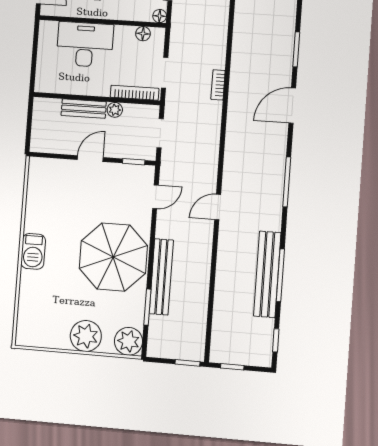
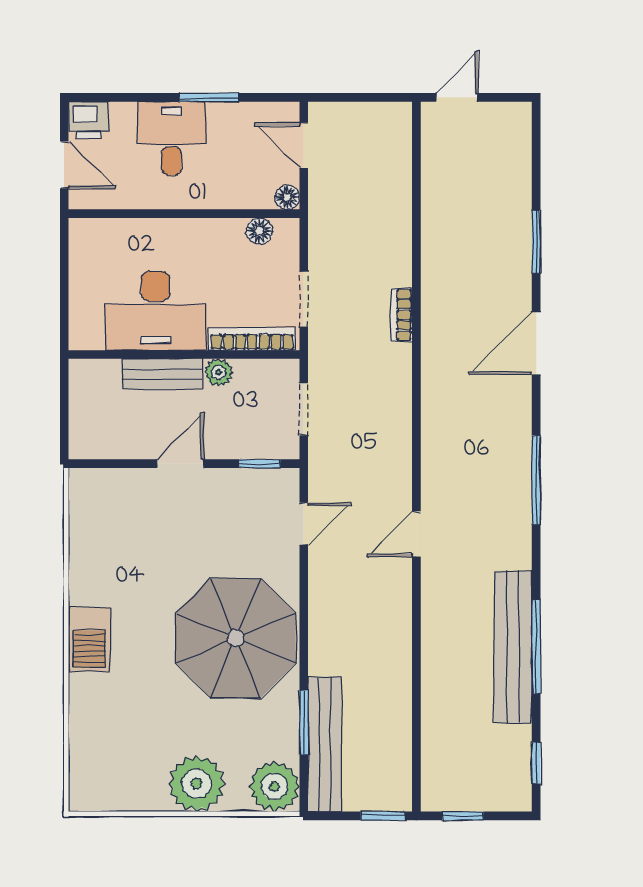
desk: (85, 44) -> (156, 311), moved, turned 180
bench: (161, 277) -> (325, 744), moved

